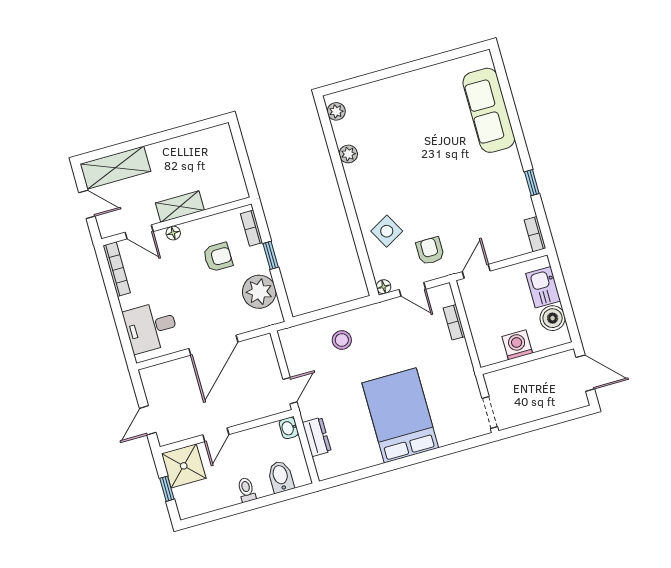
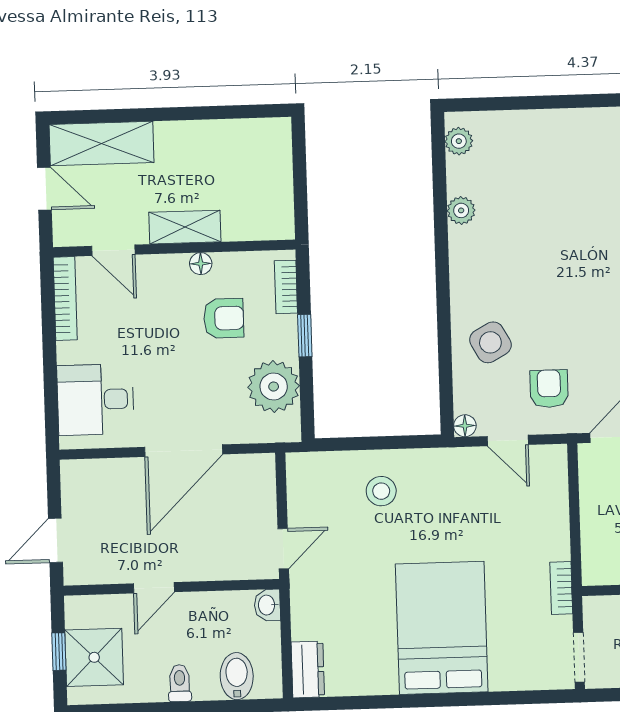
floor lamp: (173, 233) -> (201, 264), moved
bookcase: (454, 322) -> (561, 588), moved
dresser: (317, 437) -> (308, 670), moved
shower: (184, 466) -> (94, 657), moved

